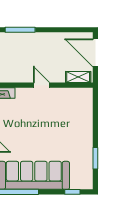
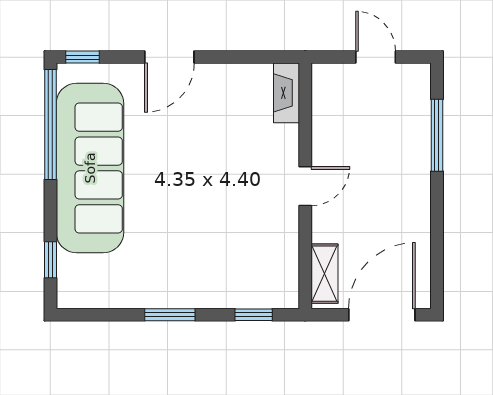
window: (95, 107) -> (254, 315), added
window: (95, 158) -> (170, 315), moved

